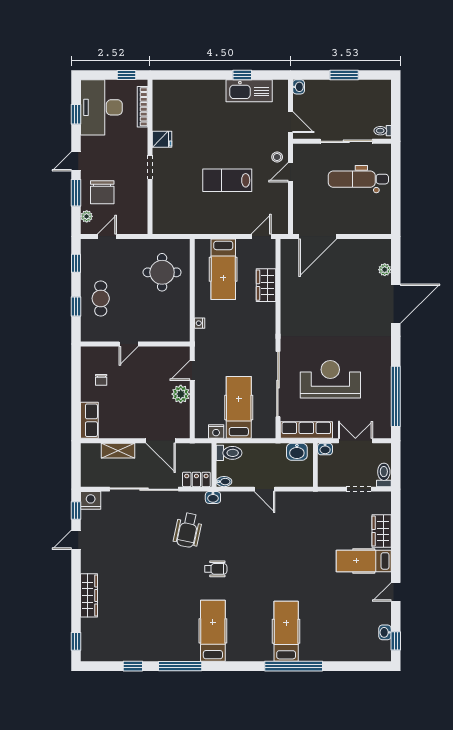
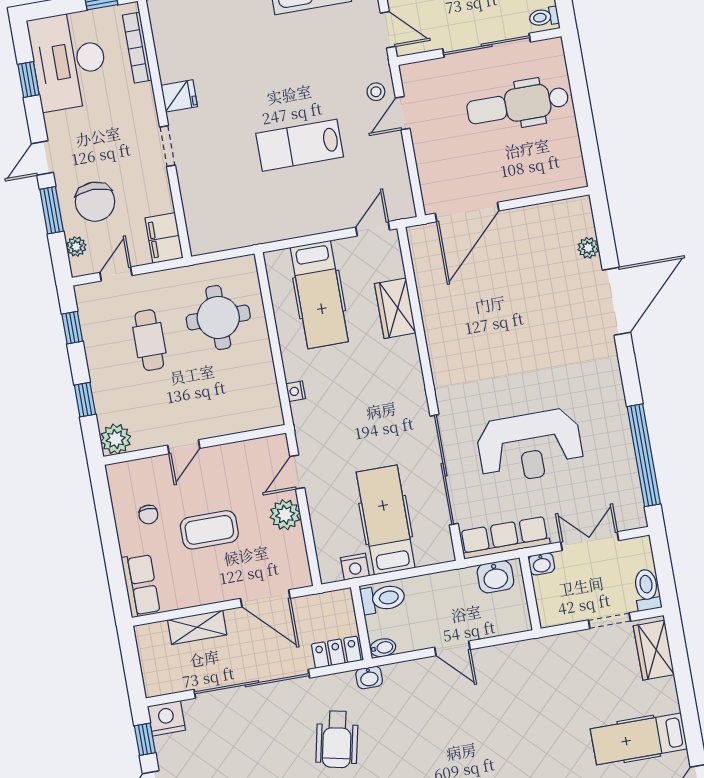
filing cabinet: (139, 220) -> (164, 238), added
cafe table: (101, 298) -> (149, 340), moved
plant: (90, 333) -> (116, 439), added
reception desk: (330, 379) -> (530, 446), turned 180
coffee table: (135, 395) -> (209, 530), added
wardrobe: (382, 531) -> (654, 650), moved

